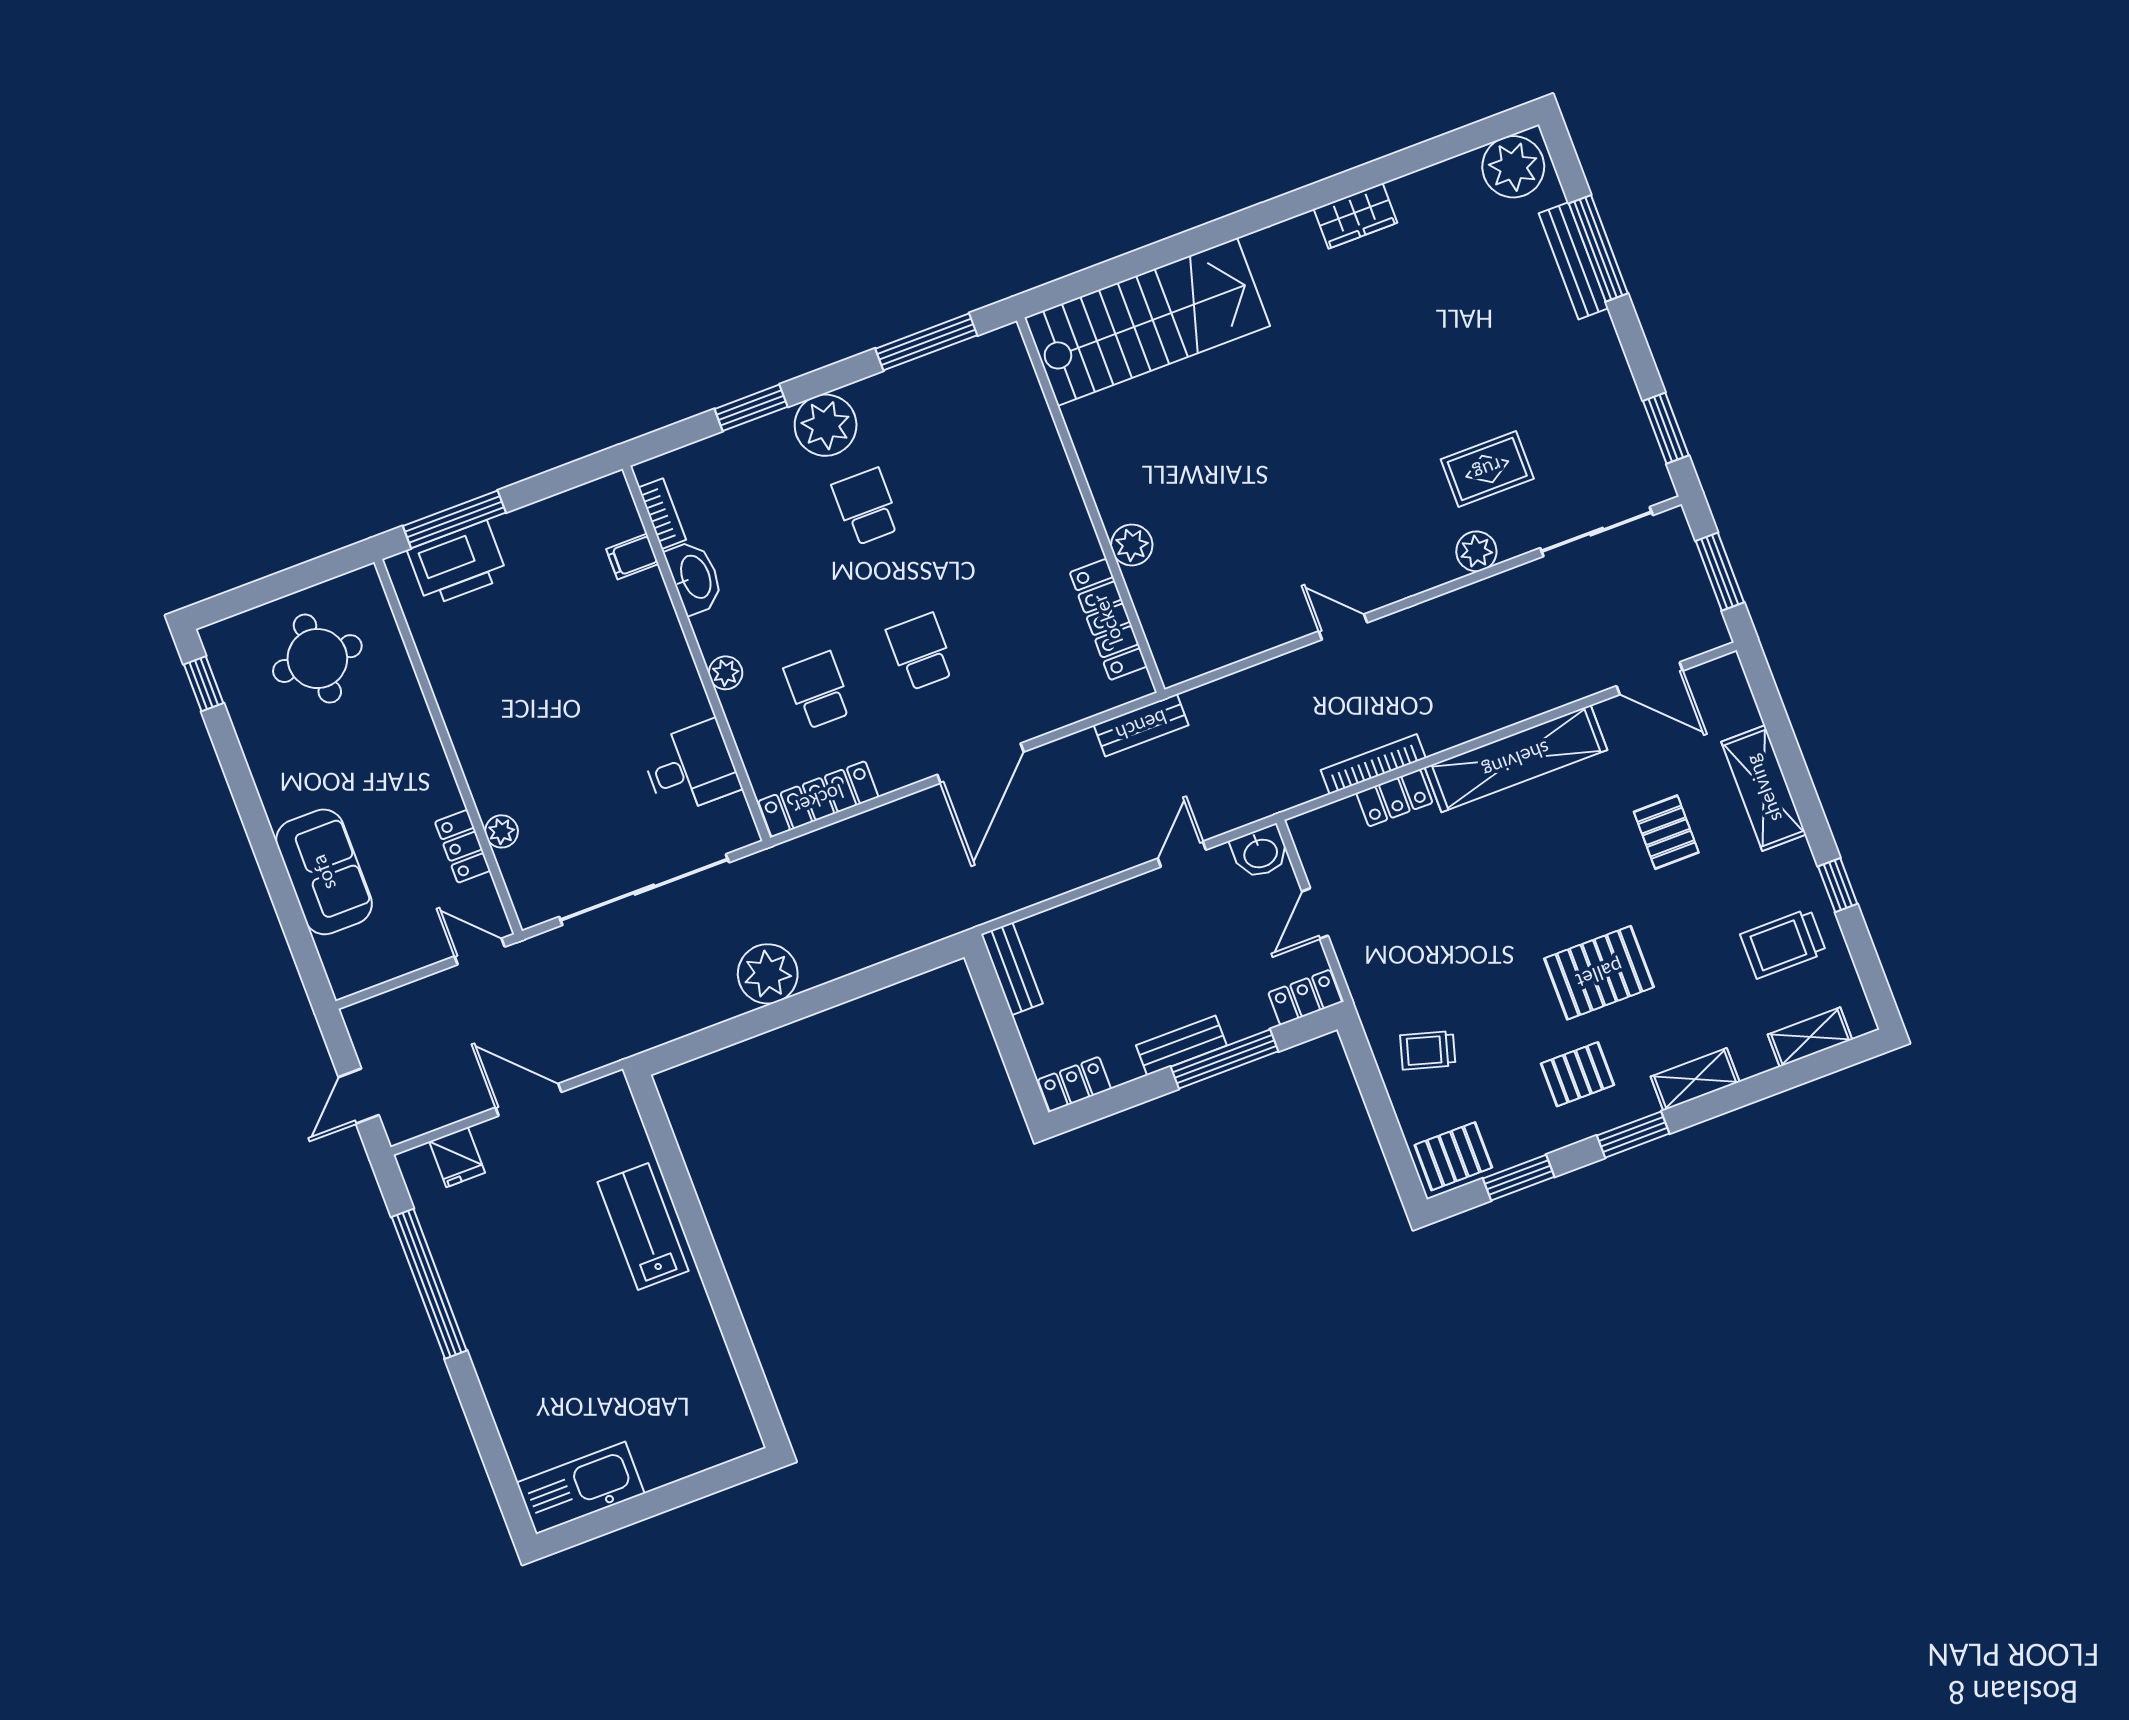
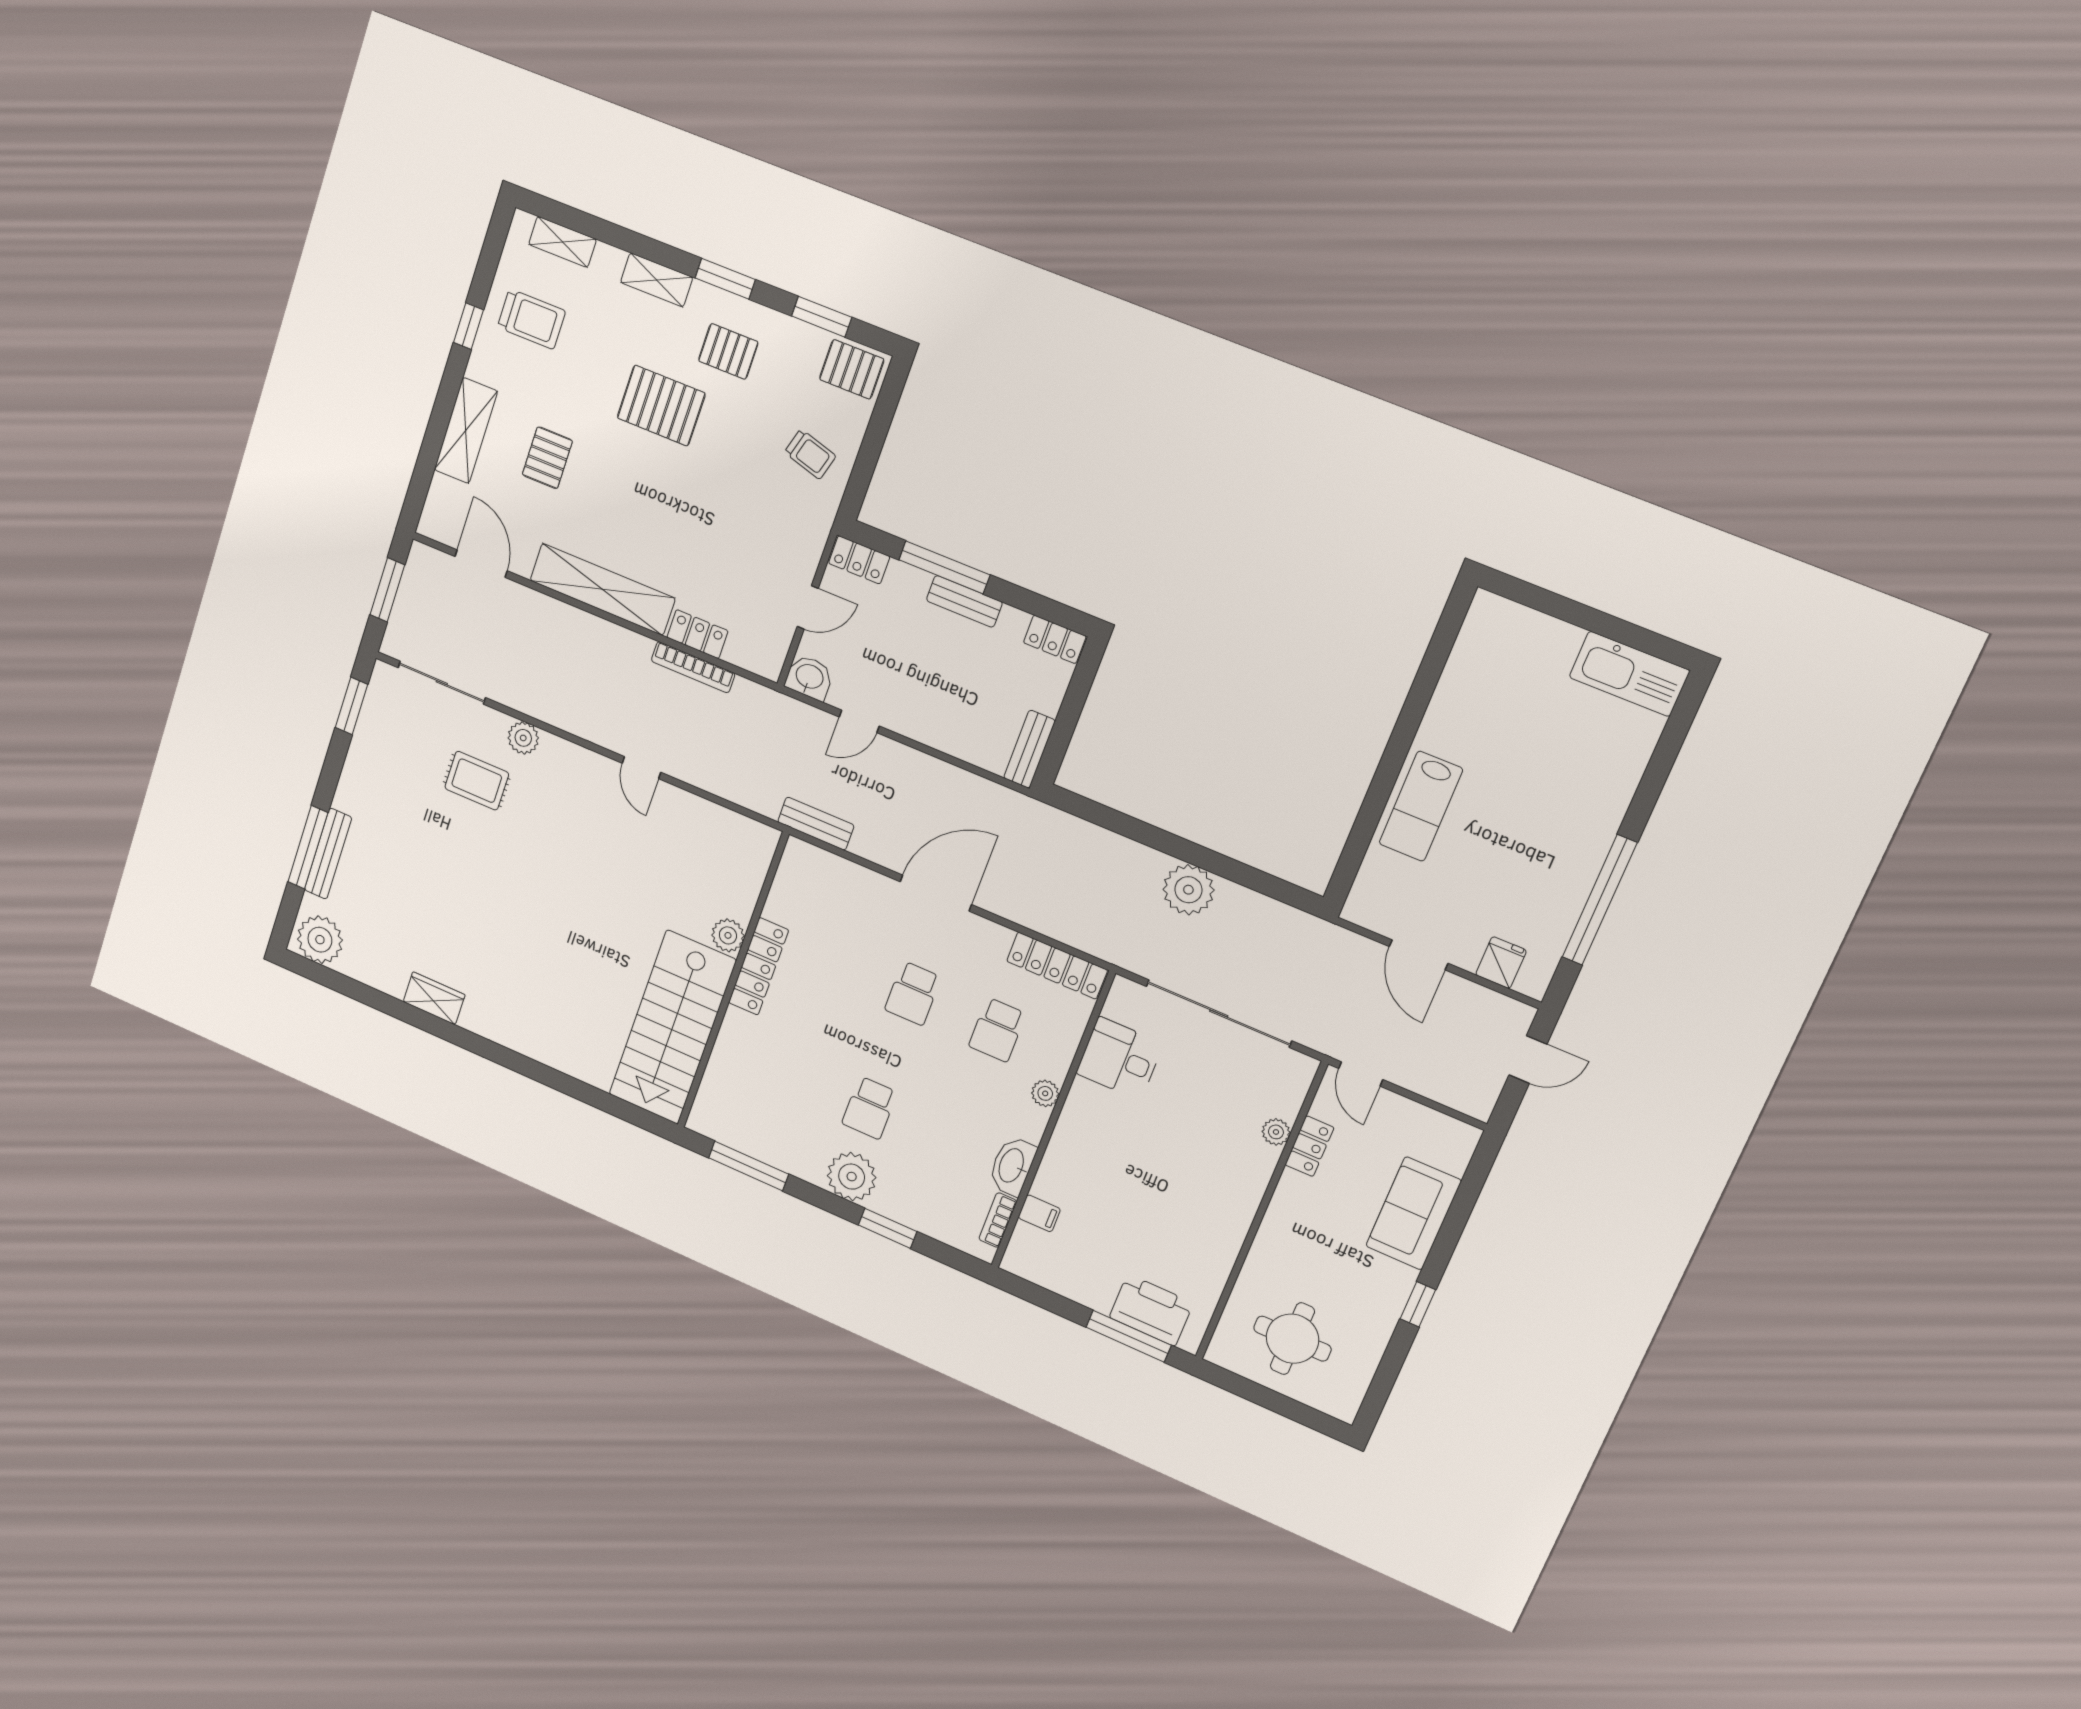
stairs: (1147, 322) -> (672, 1028), moved, turned -90
locker: (1108, 619) -> (758, 966), moved
window: (204, 684) -> (1418, 1304), moved

